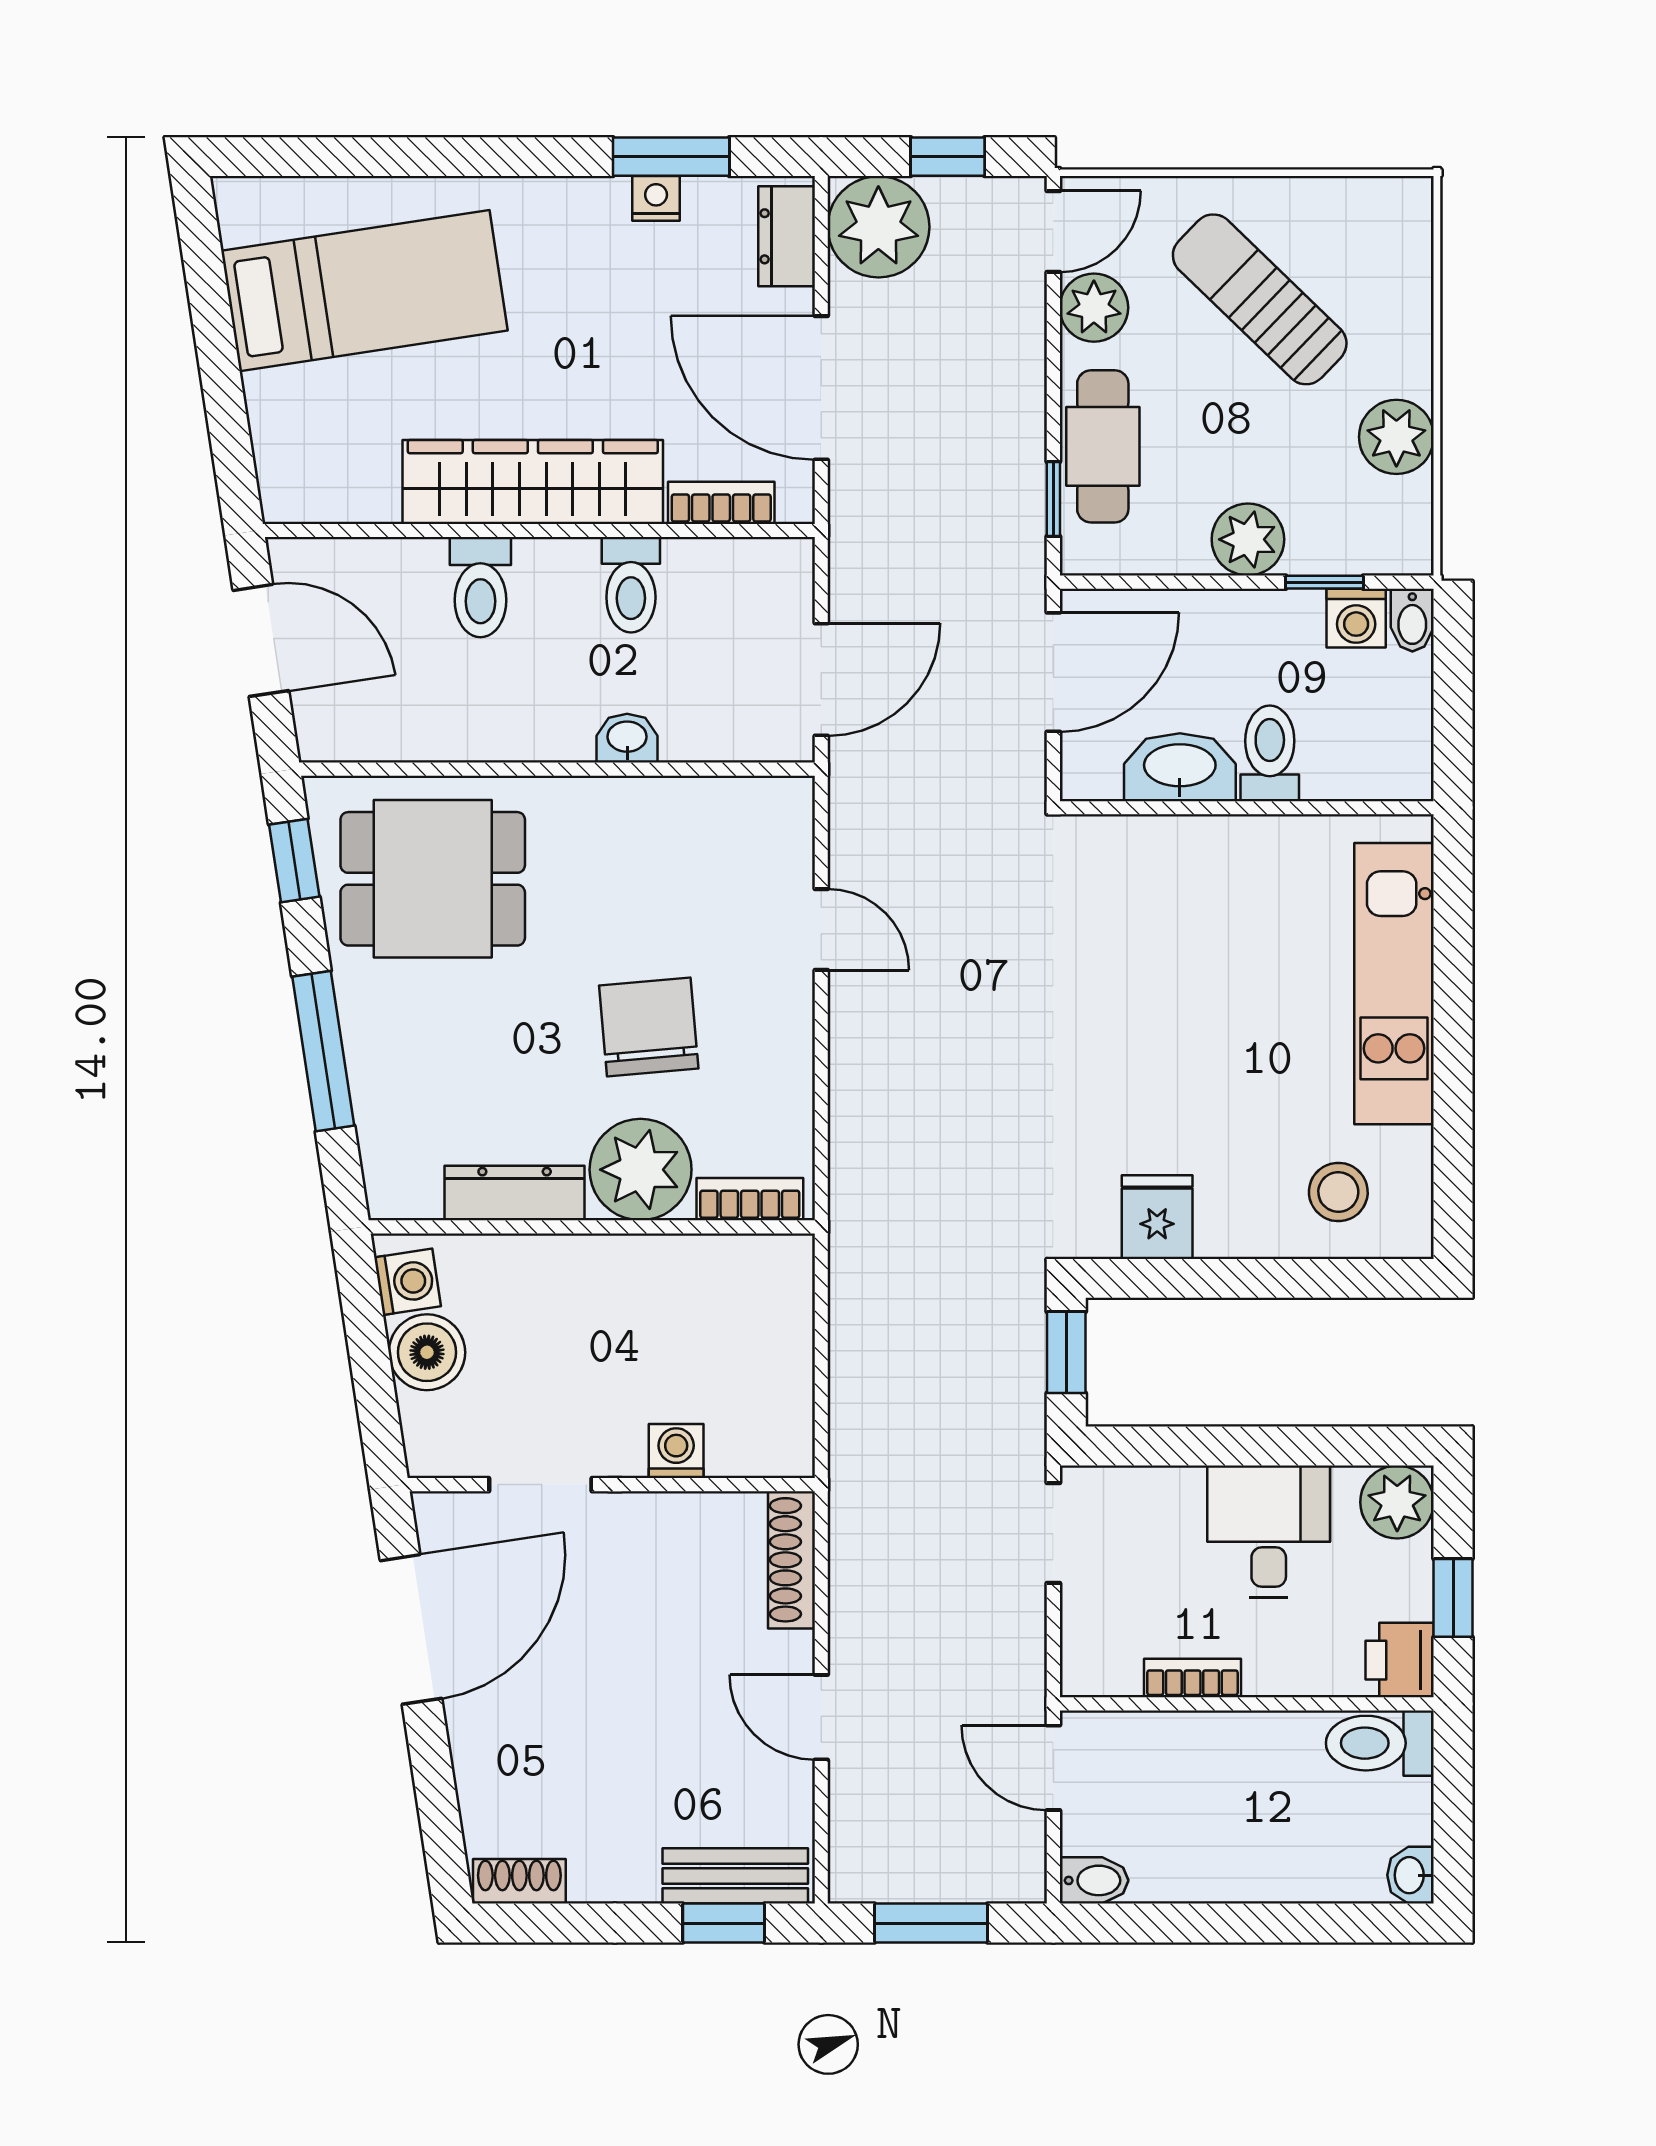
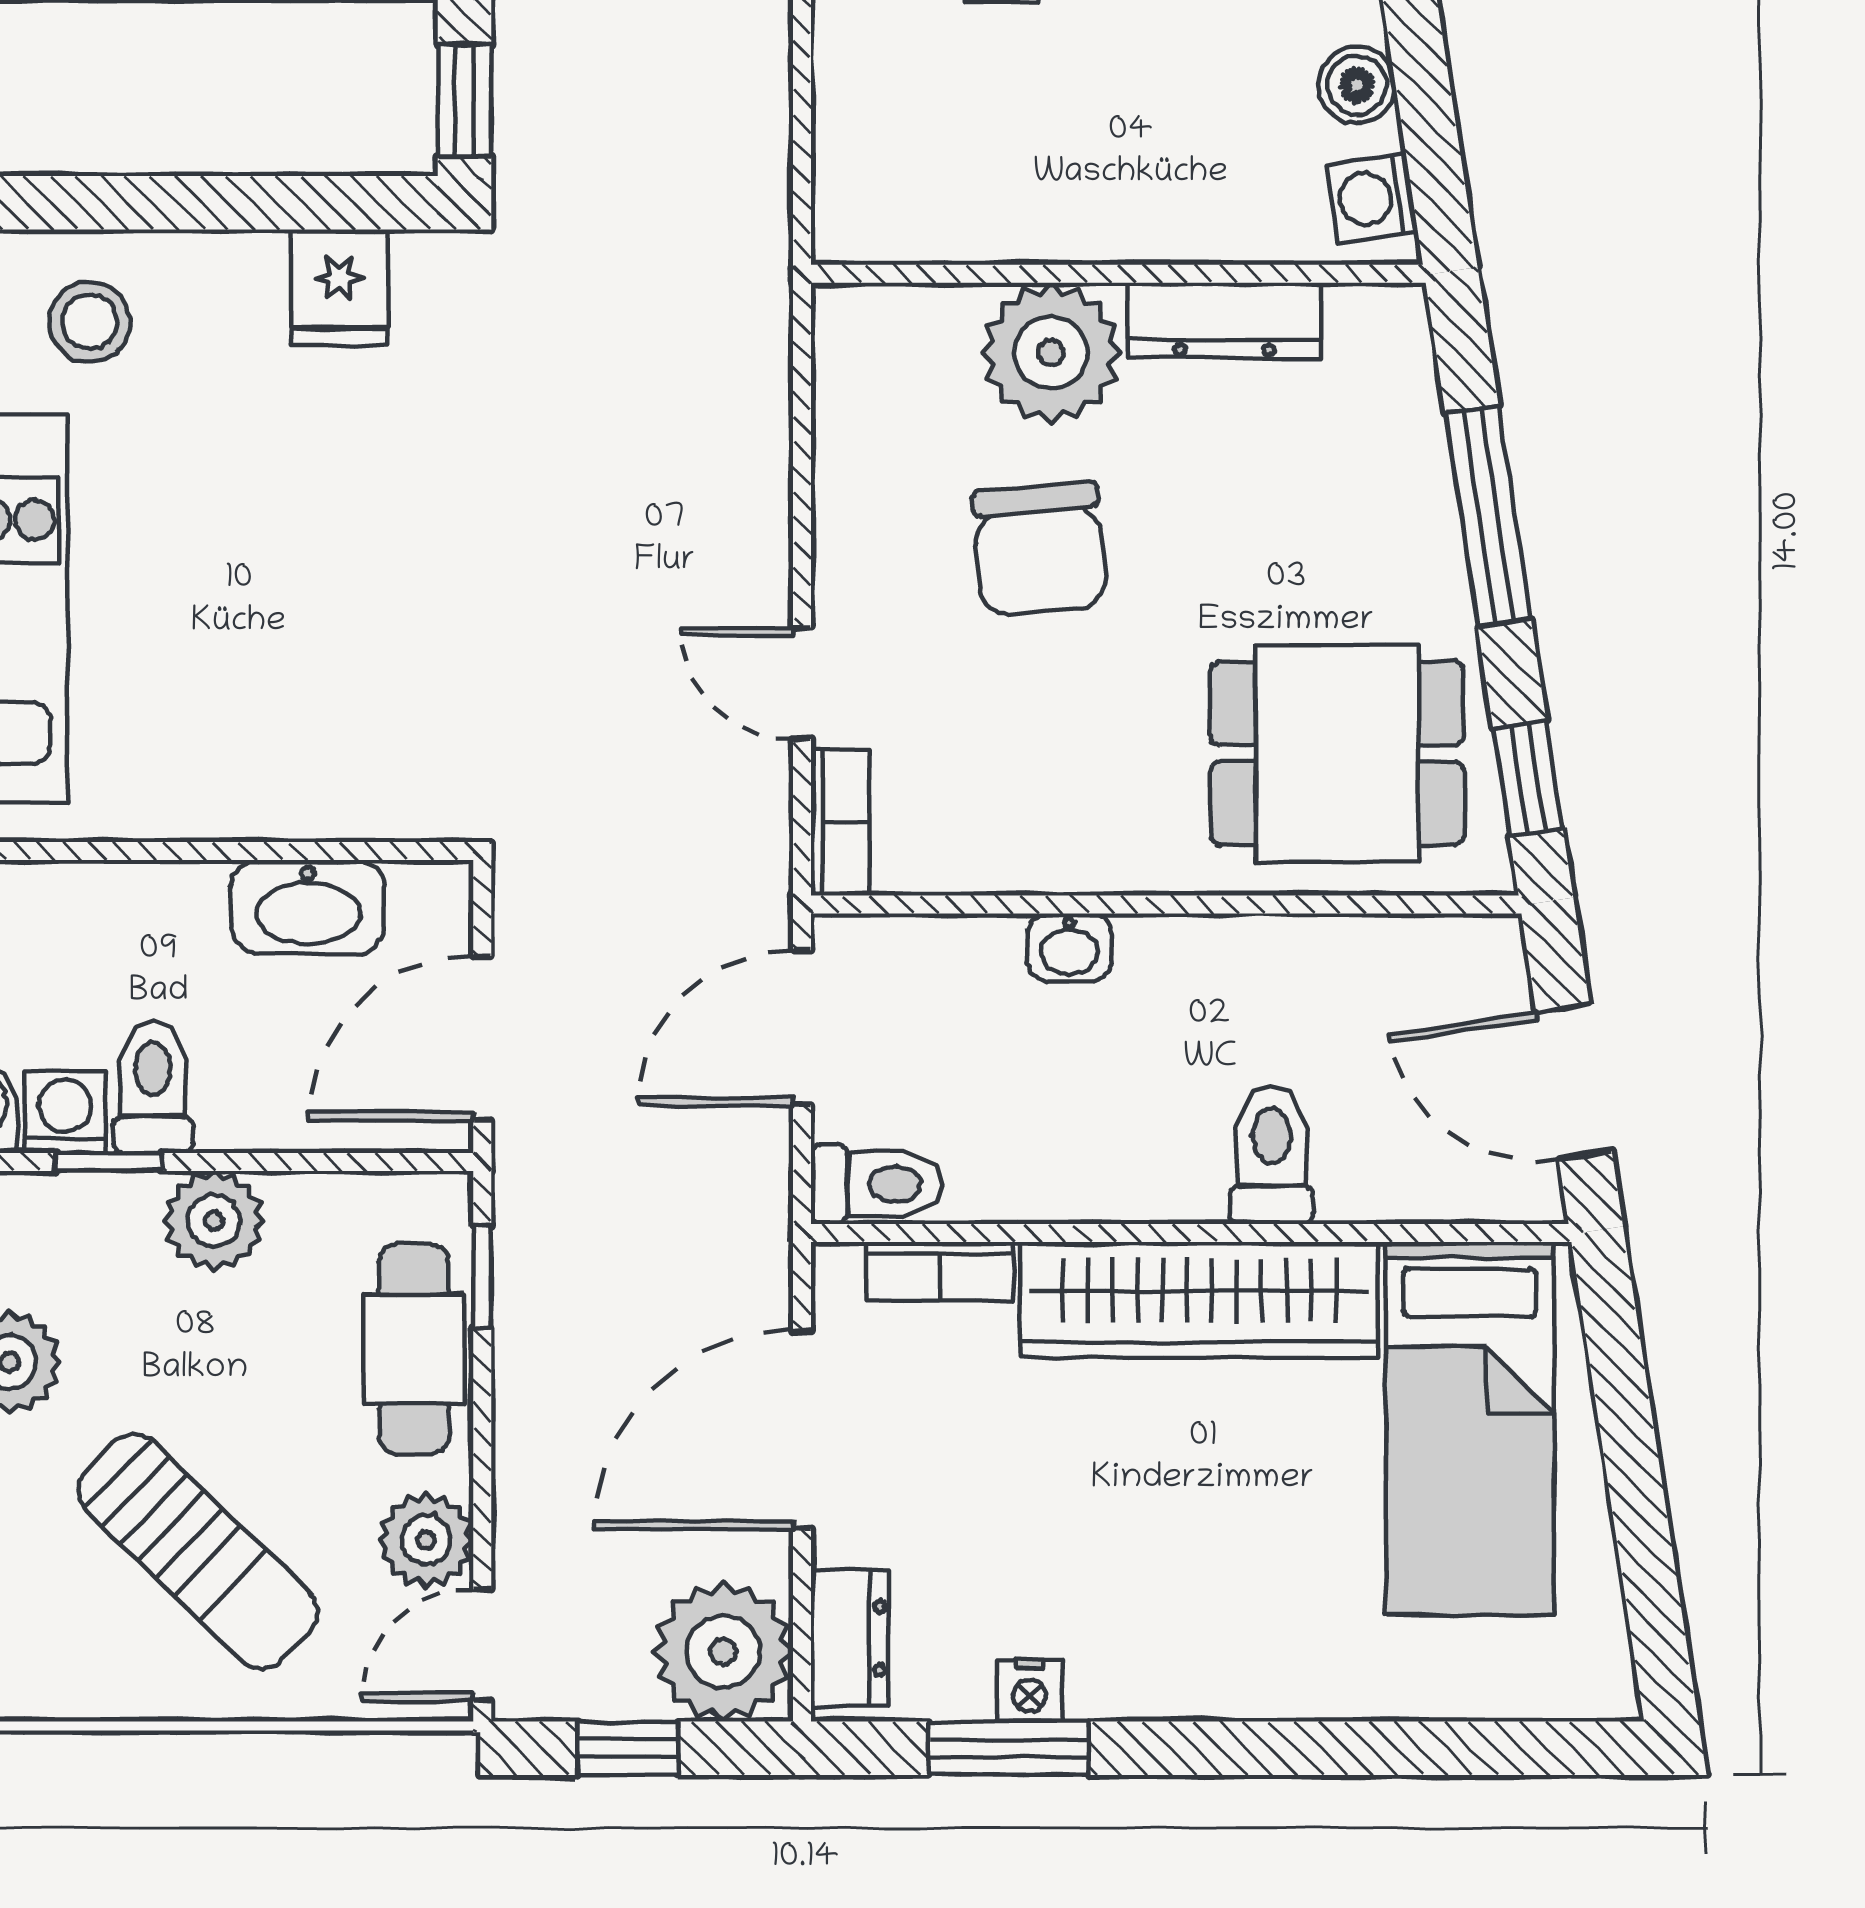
bed: (364, 291) -> (1470, 1429), moved, turned -81
door: (821, 388) -> (802, 1430), swing flipped
toilet: (631, 585) -> (877, 1184), moved, turned 90
toilet: (1270, 753) -> (153, 1087), moved, turned 180
bookcase: (750, 1199) -> (840, 822), moved, turned -90
boiler: (427, 1352) -> (1357, 85), width x0.73, depth x0.73

